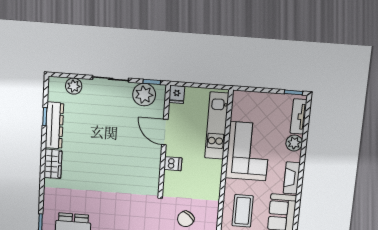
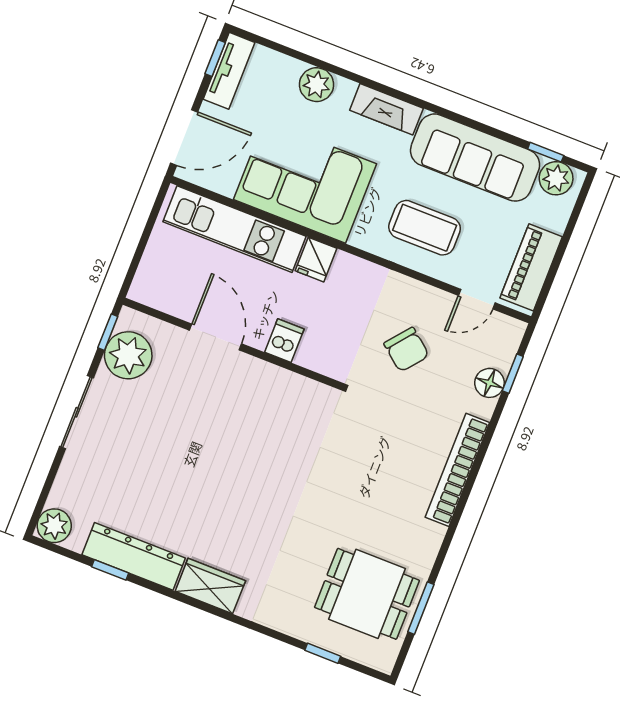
plant: (74, 86) -> (54, 526), moved
door: (252, 89) -> (184, 138), added
fridge: (177, 94) -> (316, 260), moved, turned 90
tv unit: (299, 117) -> (229, 71), moved, turned -90
door: (165, 132) -> (215, 337), swing flipped

